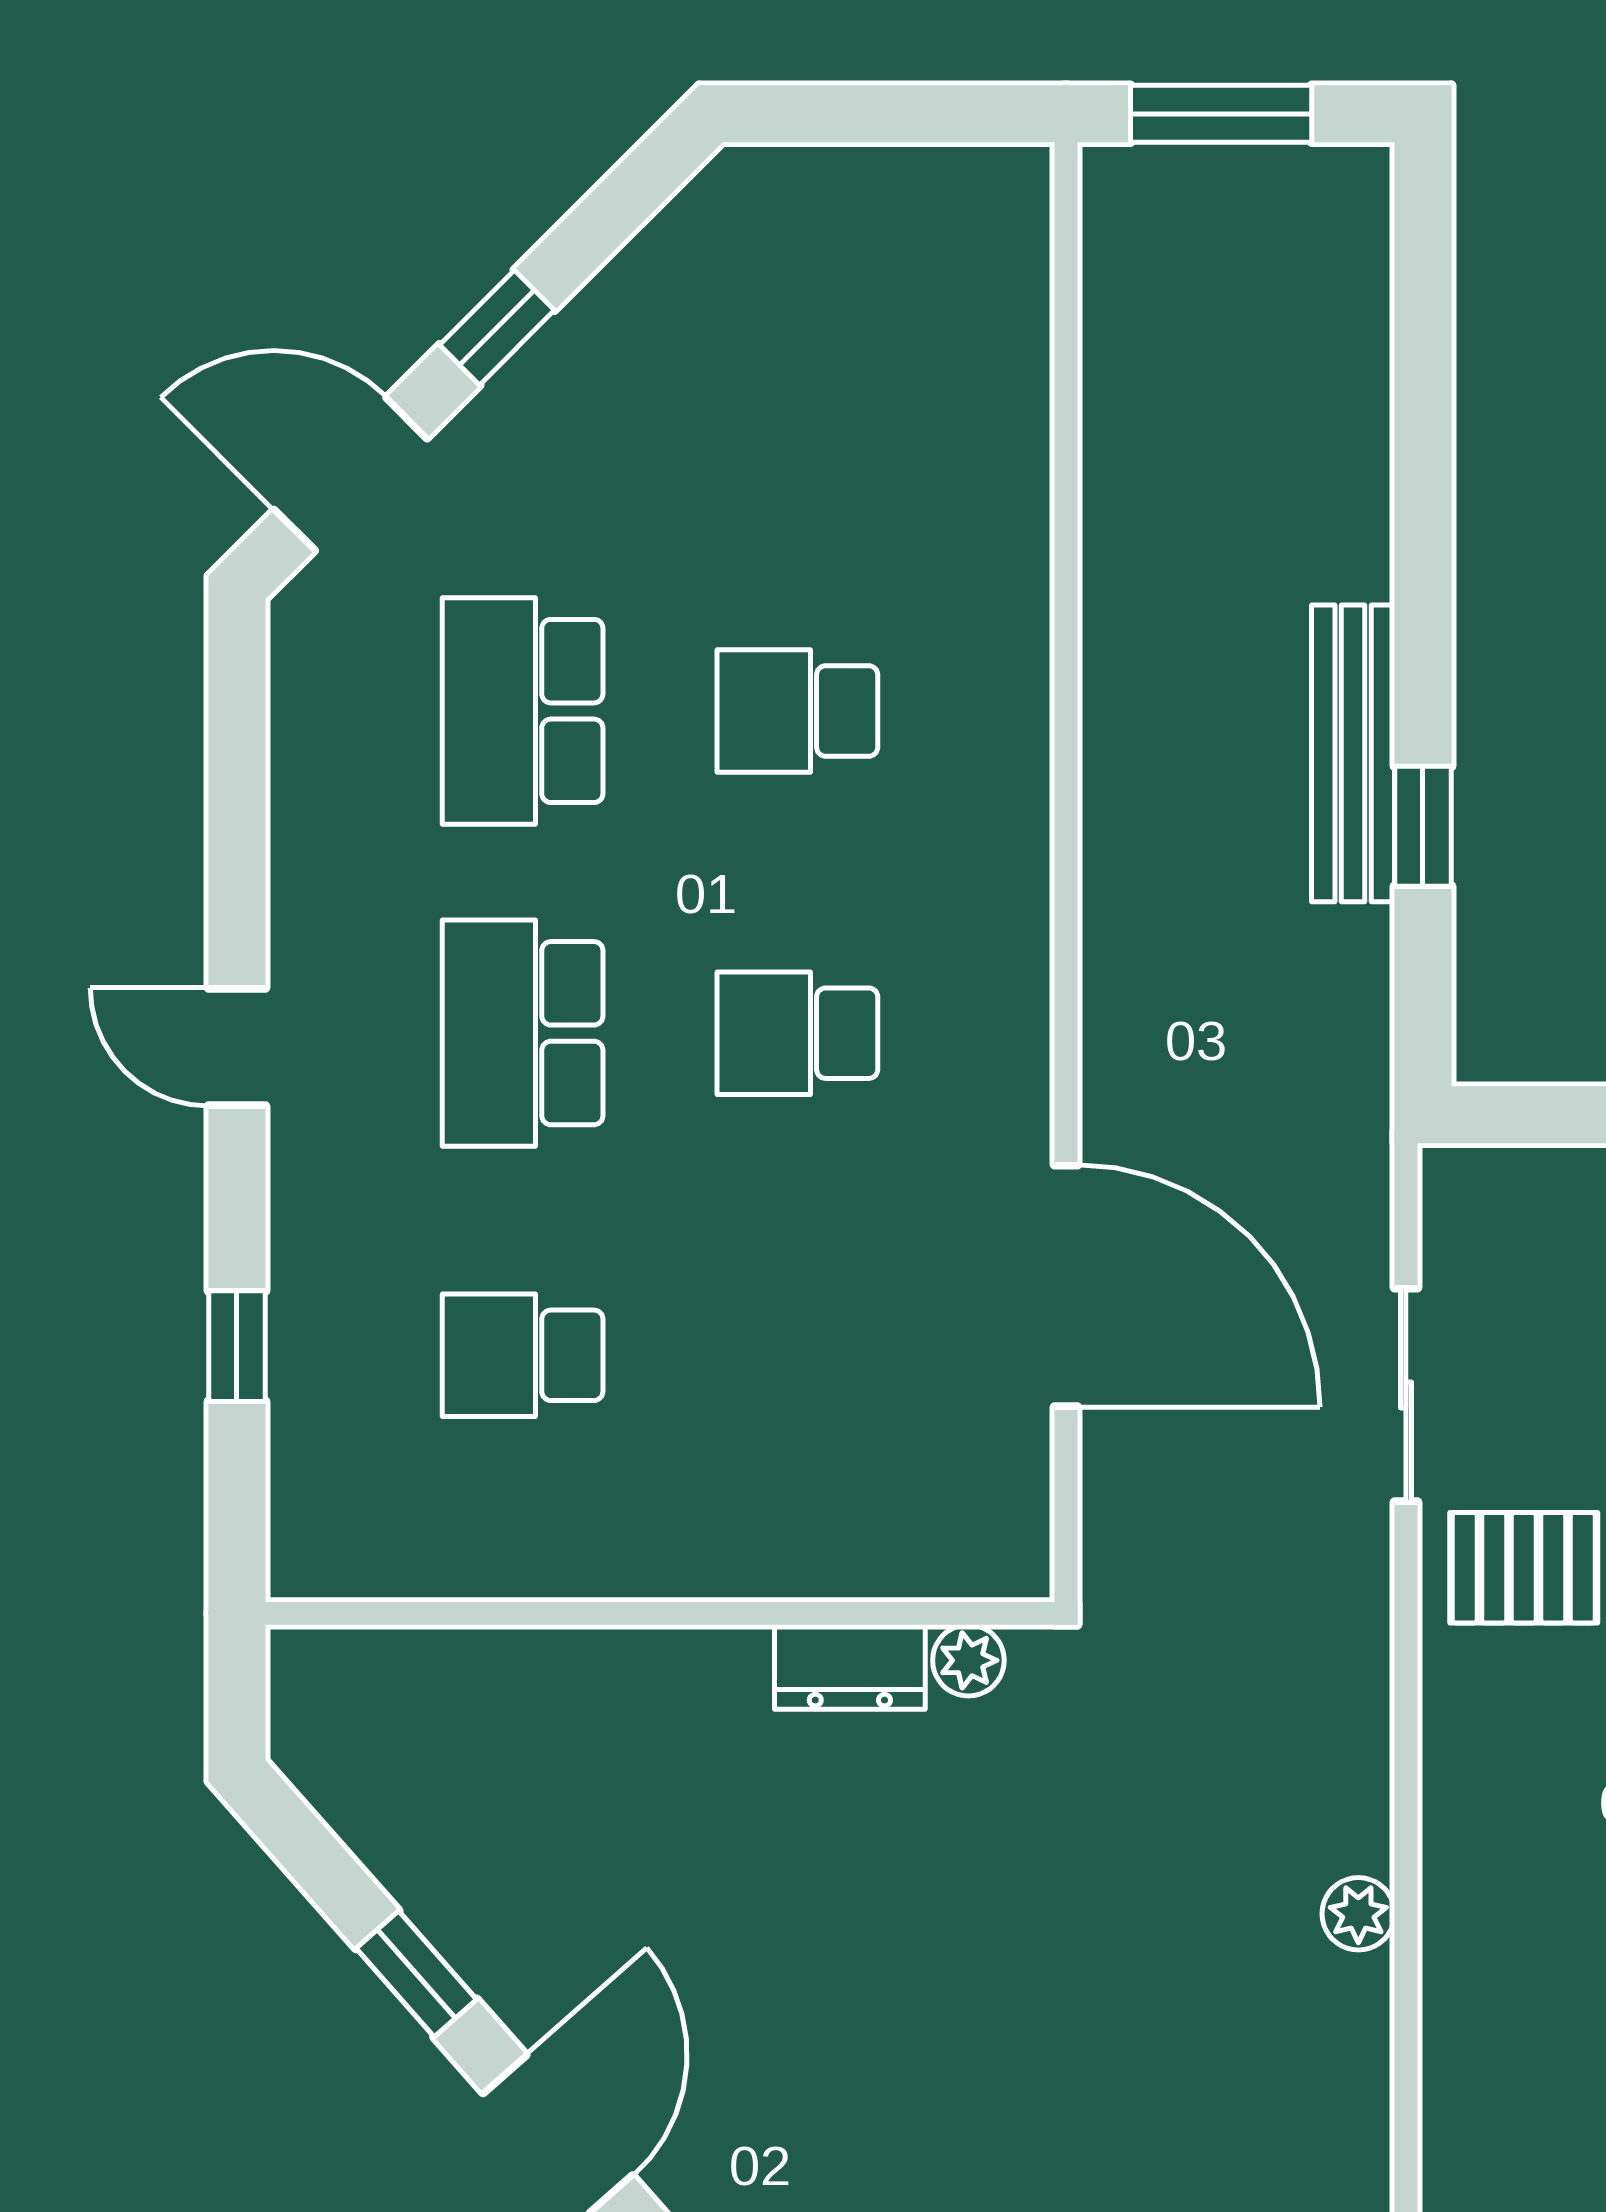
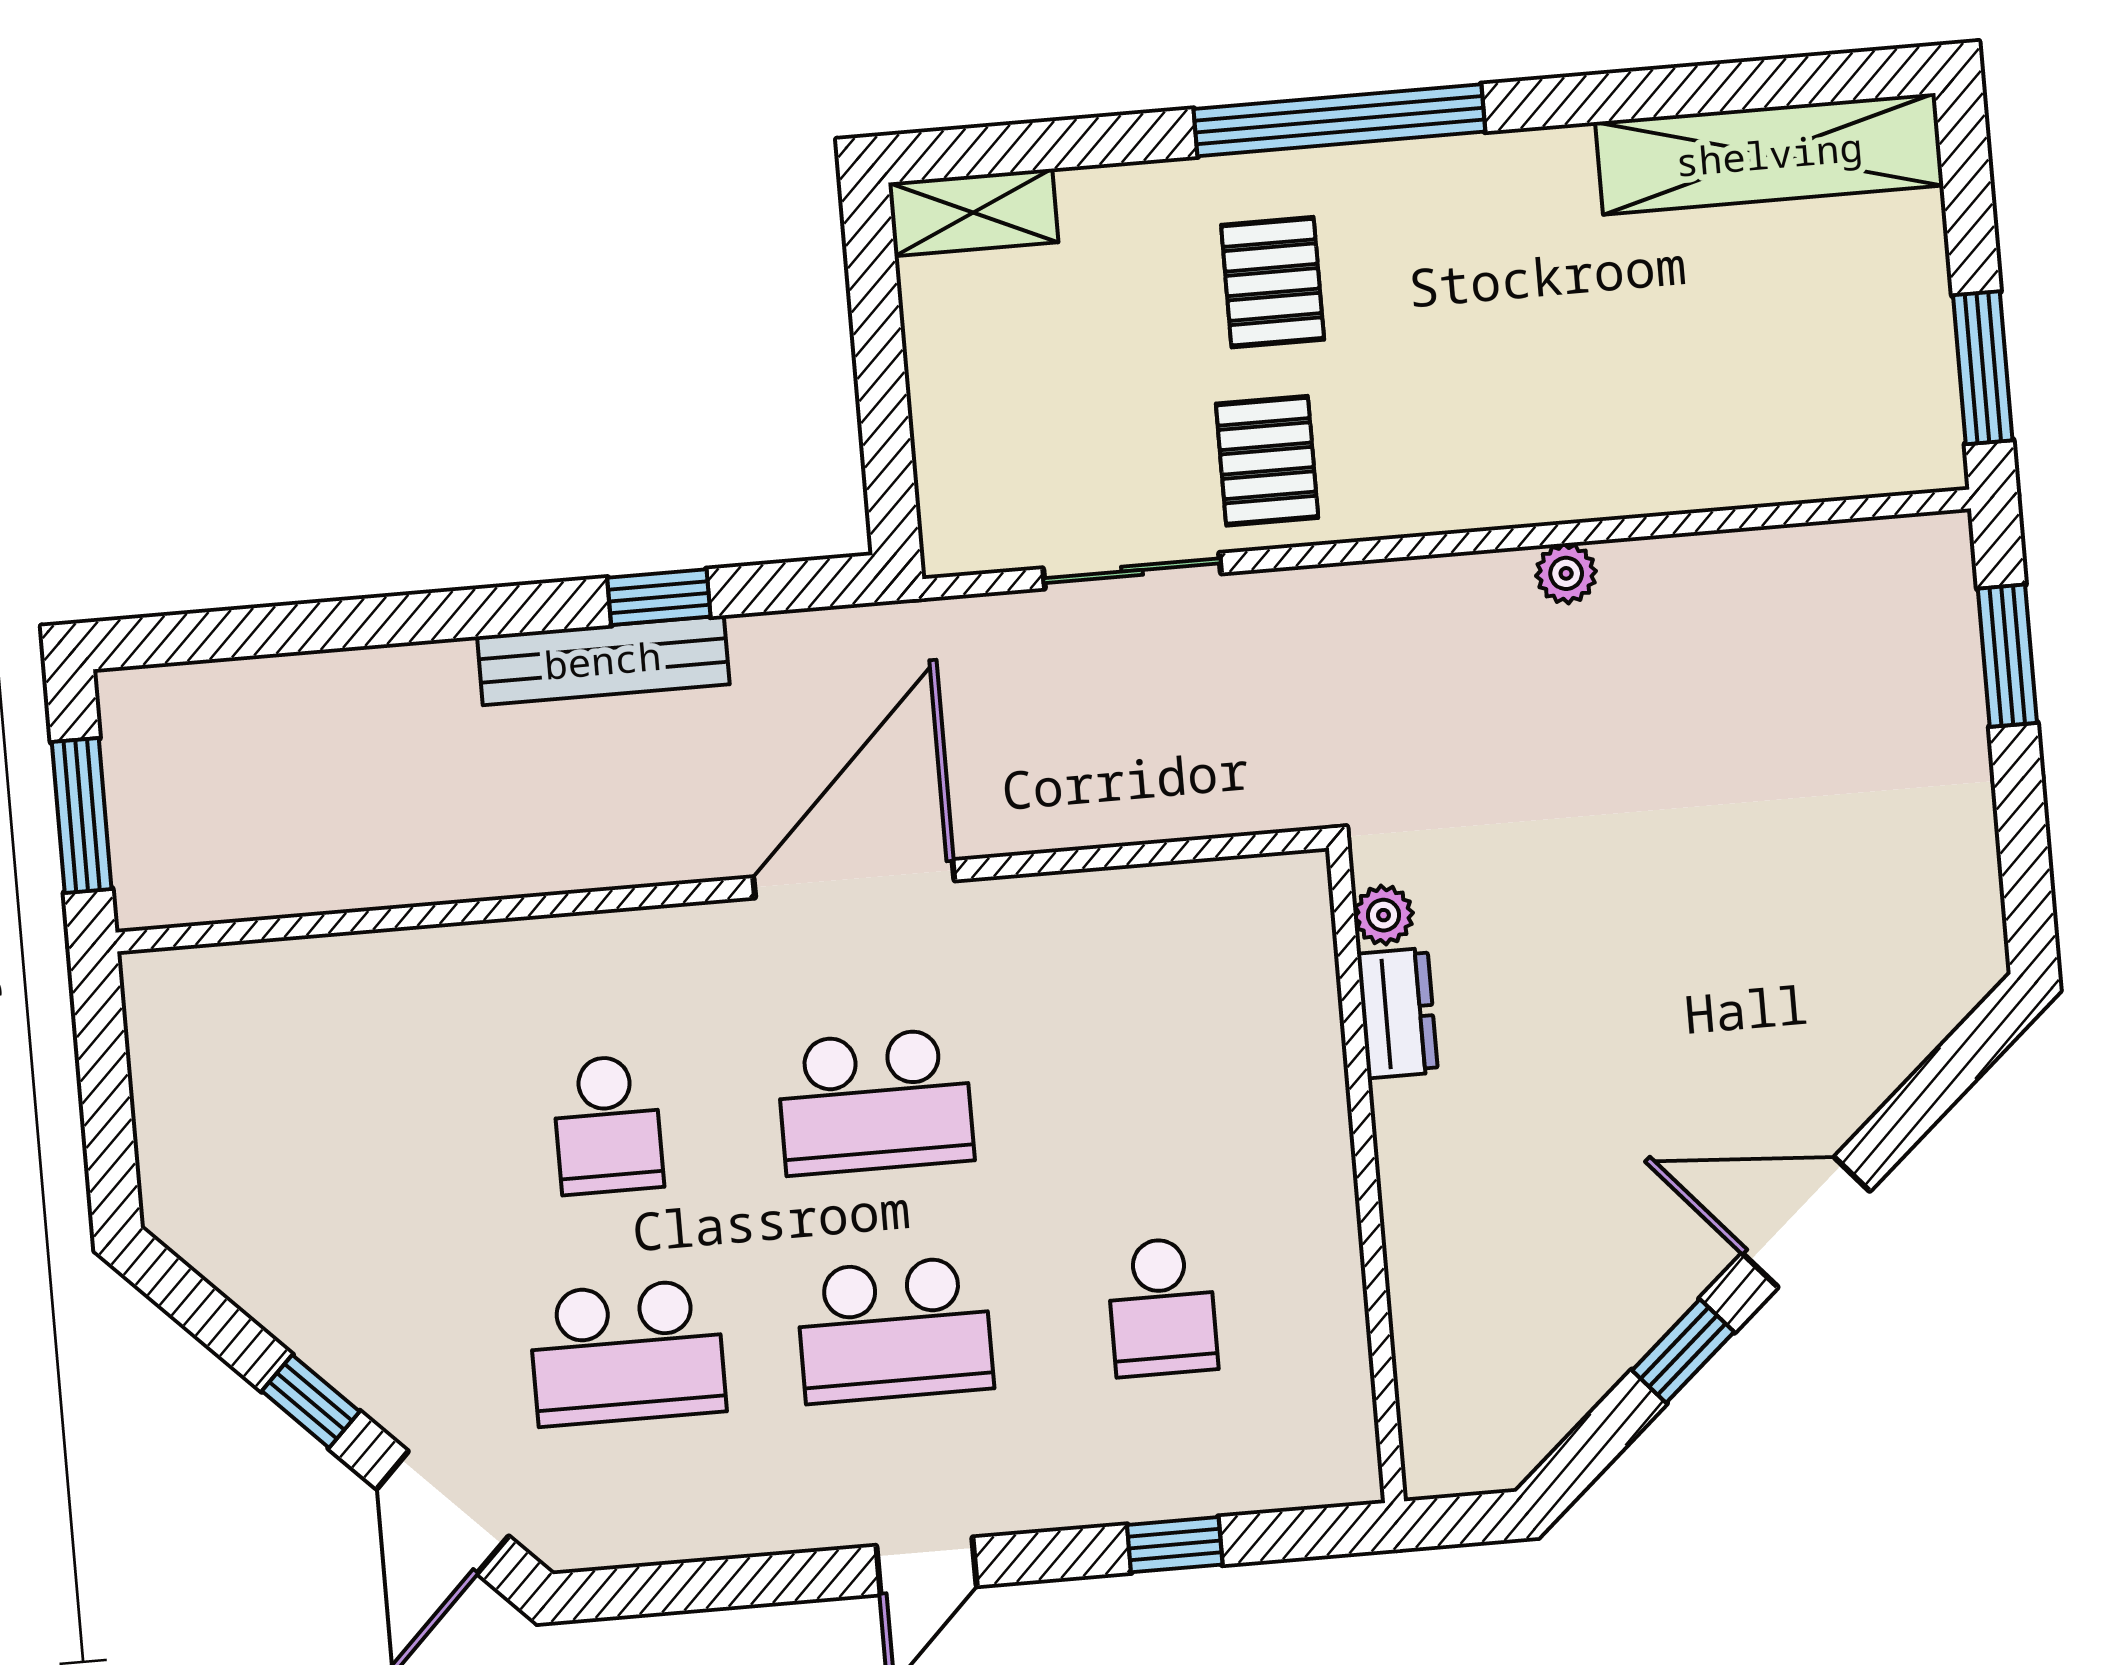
school desk: (797, 1033) -> (875, 1102), width x1.85
door: (1066, 1286) -> (854, 879), moved

